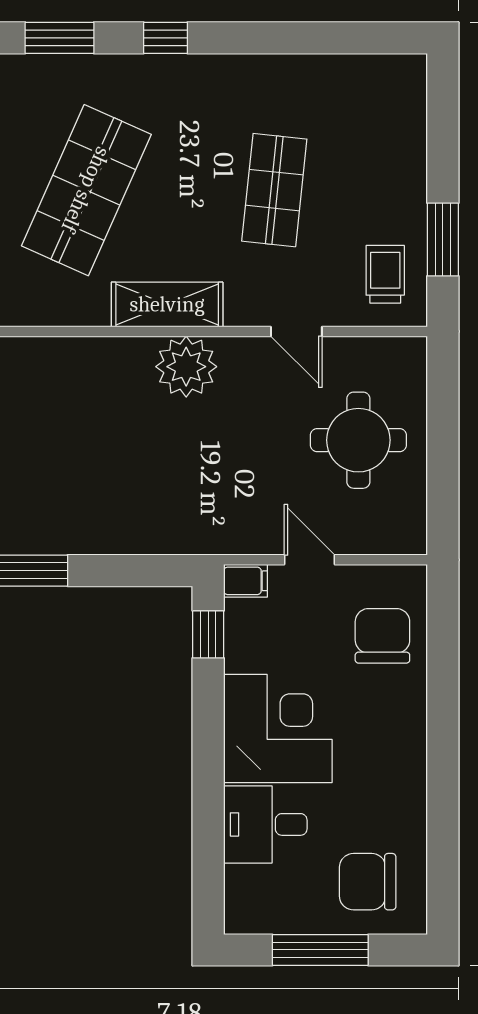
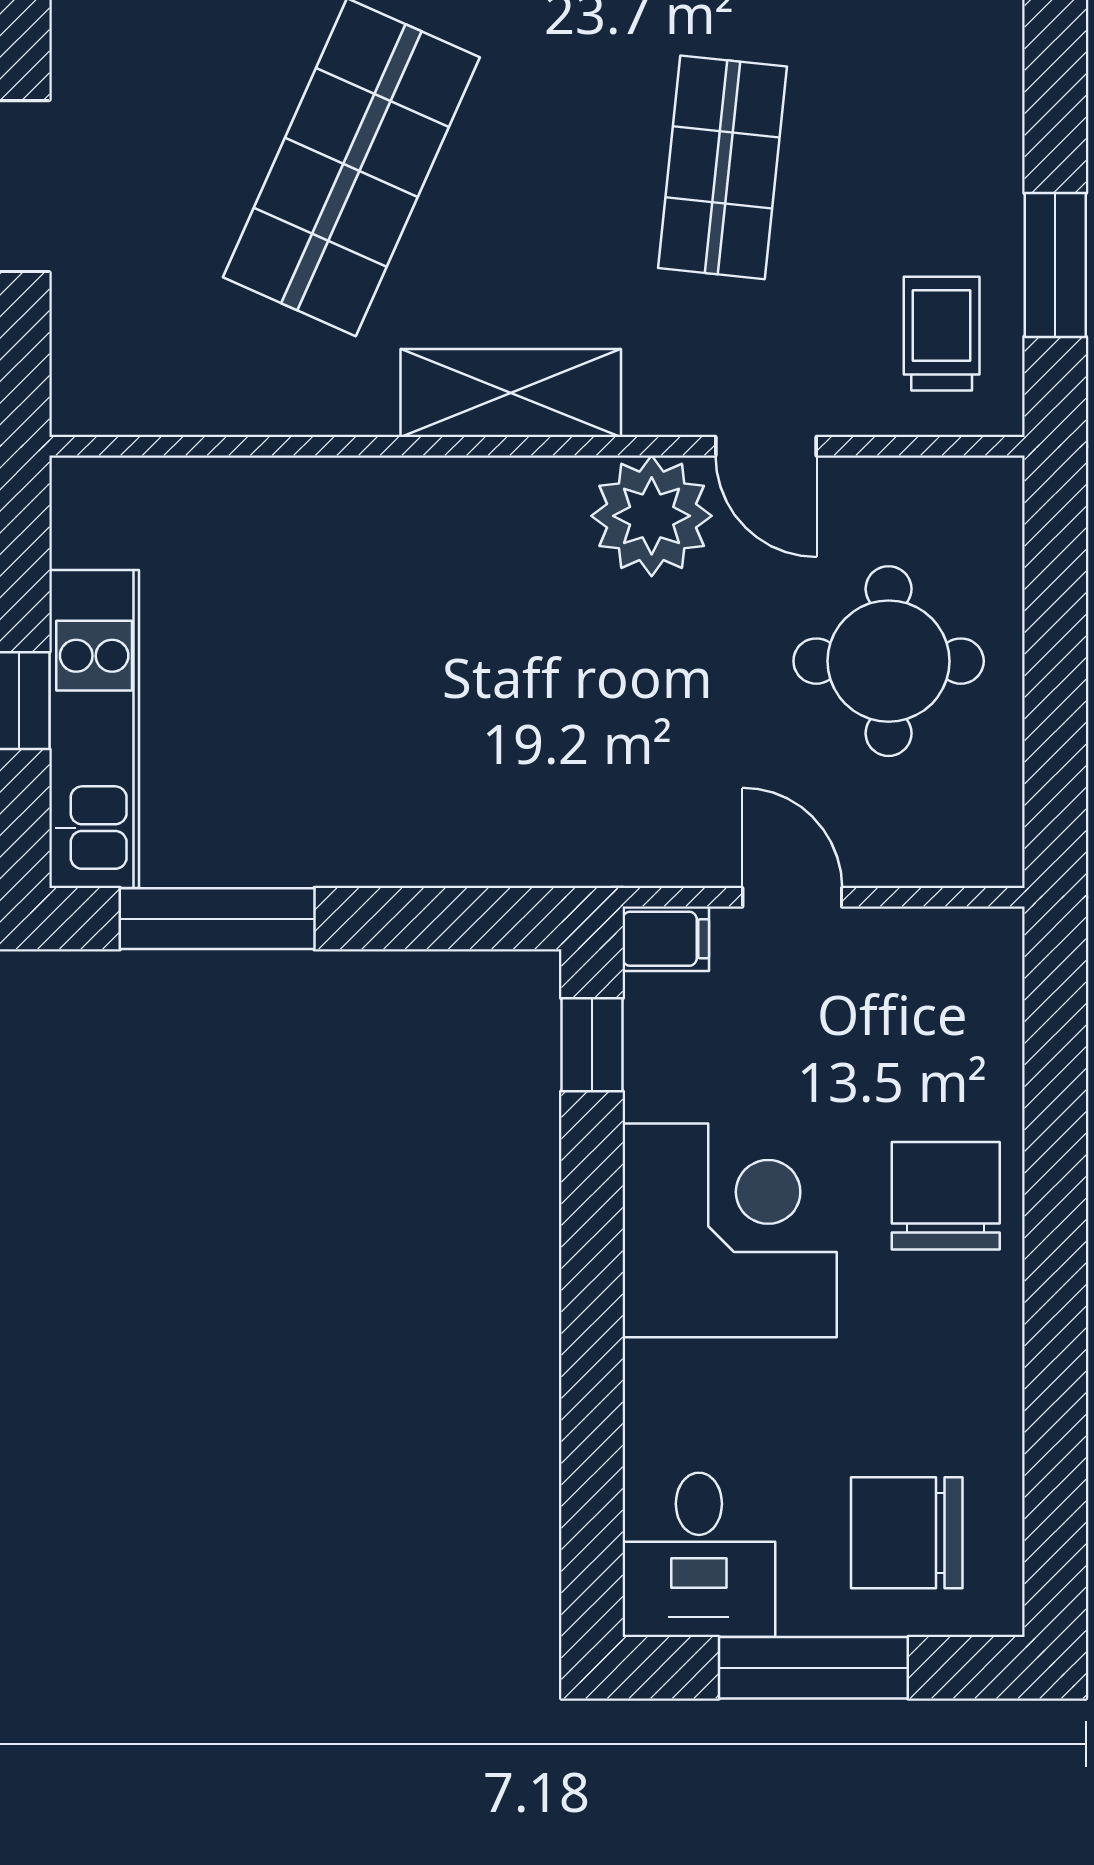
plant: (186, 367) -> (652, 516), moved
chair: (382, 636) -> (946, 1196), moved
desk: (265, 824) -> (699, 1555), moved, turned -90

